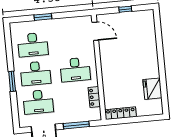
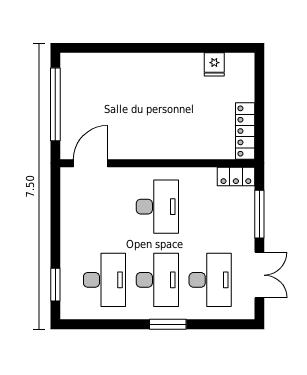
window: (125, 9) -> (55, 104), width x3.17
window: (43, 17) -> (55, 285), moved
fridge: (152, 89) -> (214, 64), width x0.53, depth x0.75
locker: (94, 97) -> (236, 176), moved

